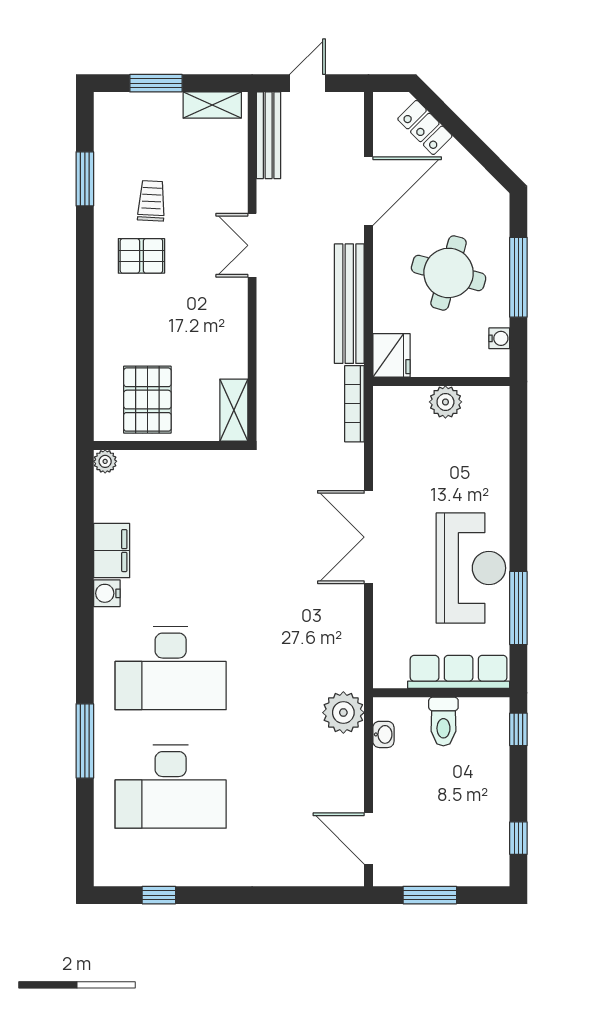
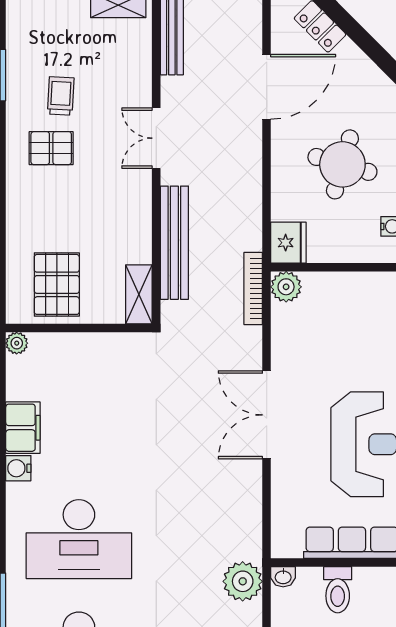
bench: (349, 304) -> (174, 243), moved
plant: (445, 402) -> (286, 287), moved
washbasin: (383, 734) -> (283, 577), moved, turned 90

